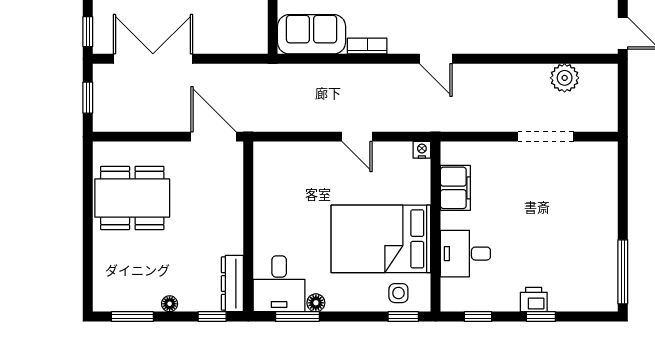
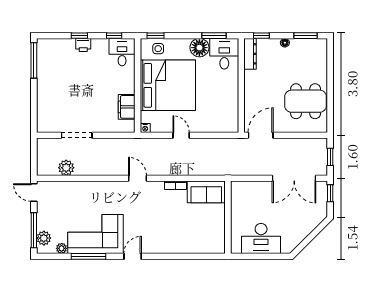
door: (214, 137) -> (261, 135), swing flipped
bed: (381, 239) -> (168, 85), width x1.36
desk: (465, 254) -> (122, 52), moved, turned -90
floor lamp: (316, 303) -> (199, 48), width x1.89, depth x1.89

